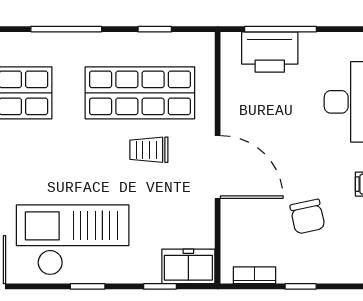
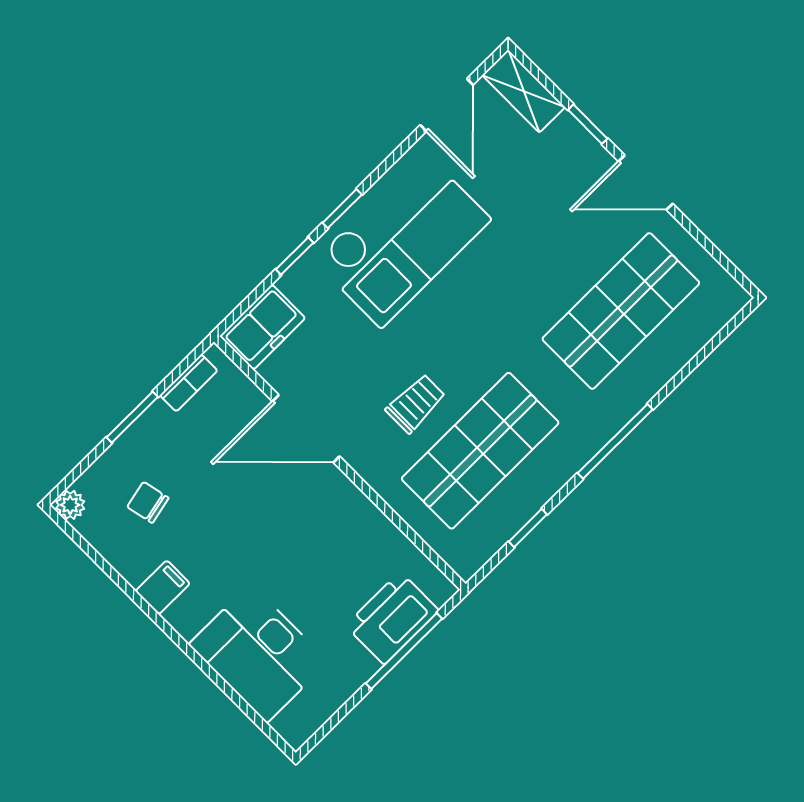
door: (218, 167) -> (306, 429), moved
chair: (307, 217) -> (148, 502), moved, width x0.73, depth x0.73
window: (160, 286) -> (295, 256), moved
window: (301, 286) -> (132, 417), width x1.50

